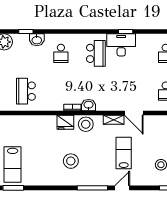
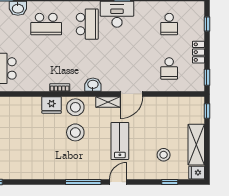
school desk: (61, 53) -> (46, 24), width x1.85
washbasin: (89, 105) -> (93, 85), moved
door: (134, 113) -> (132, 94), hinge flipped
stool: (71, 161) -> (75, 132), moved

